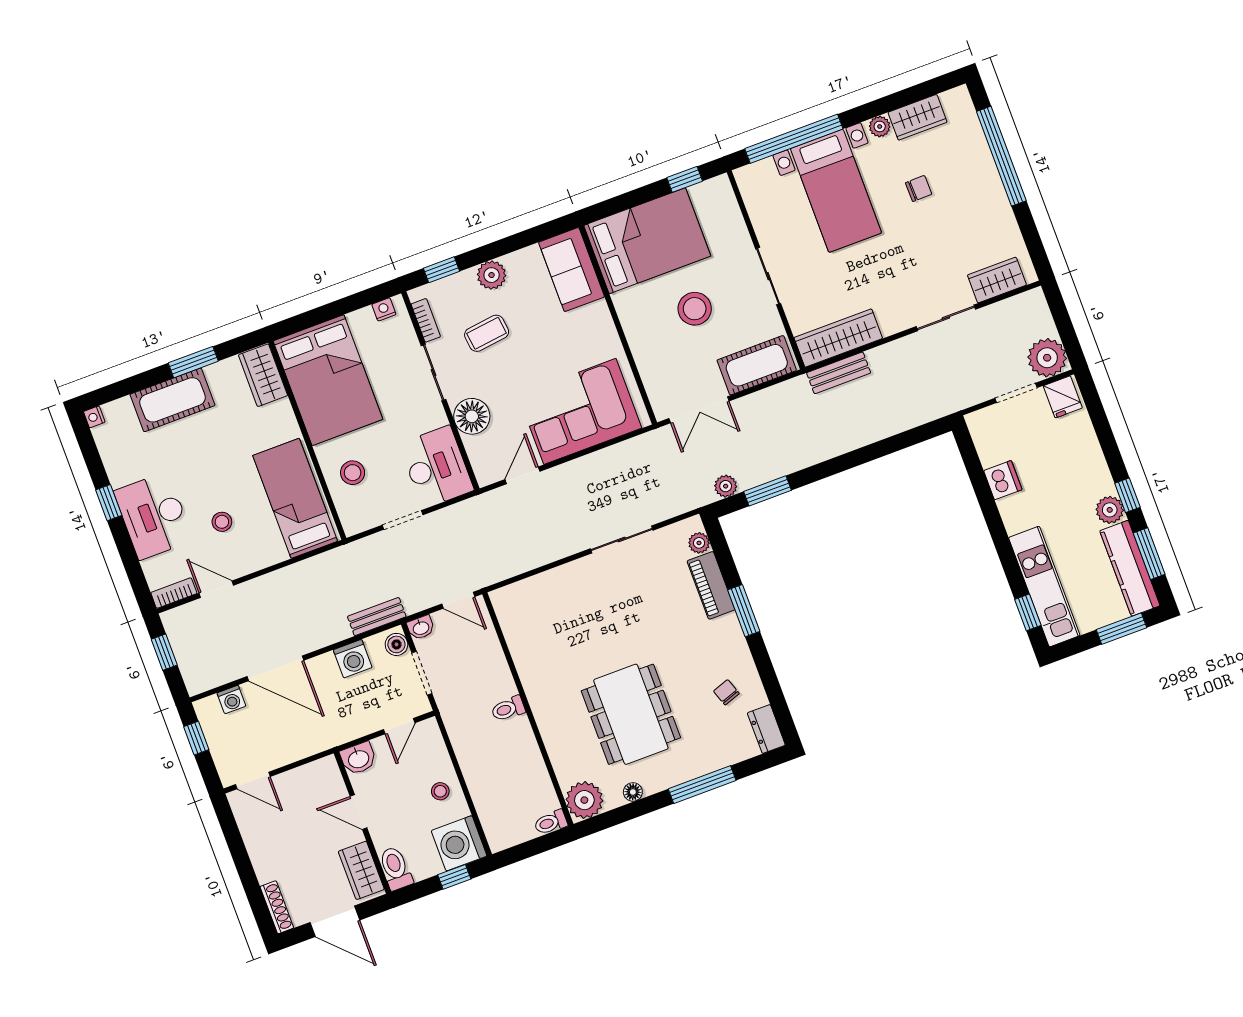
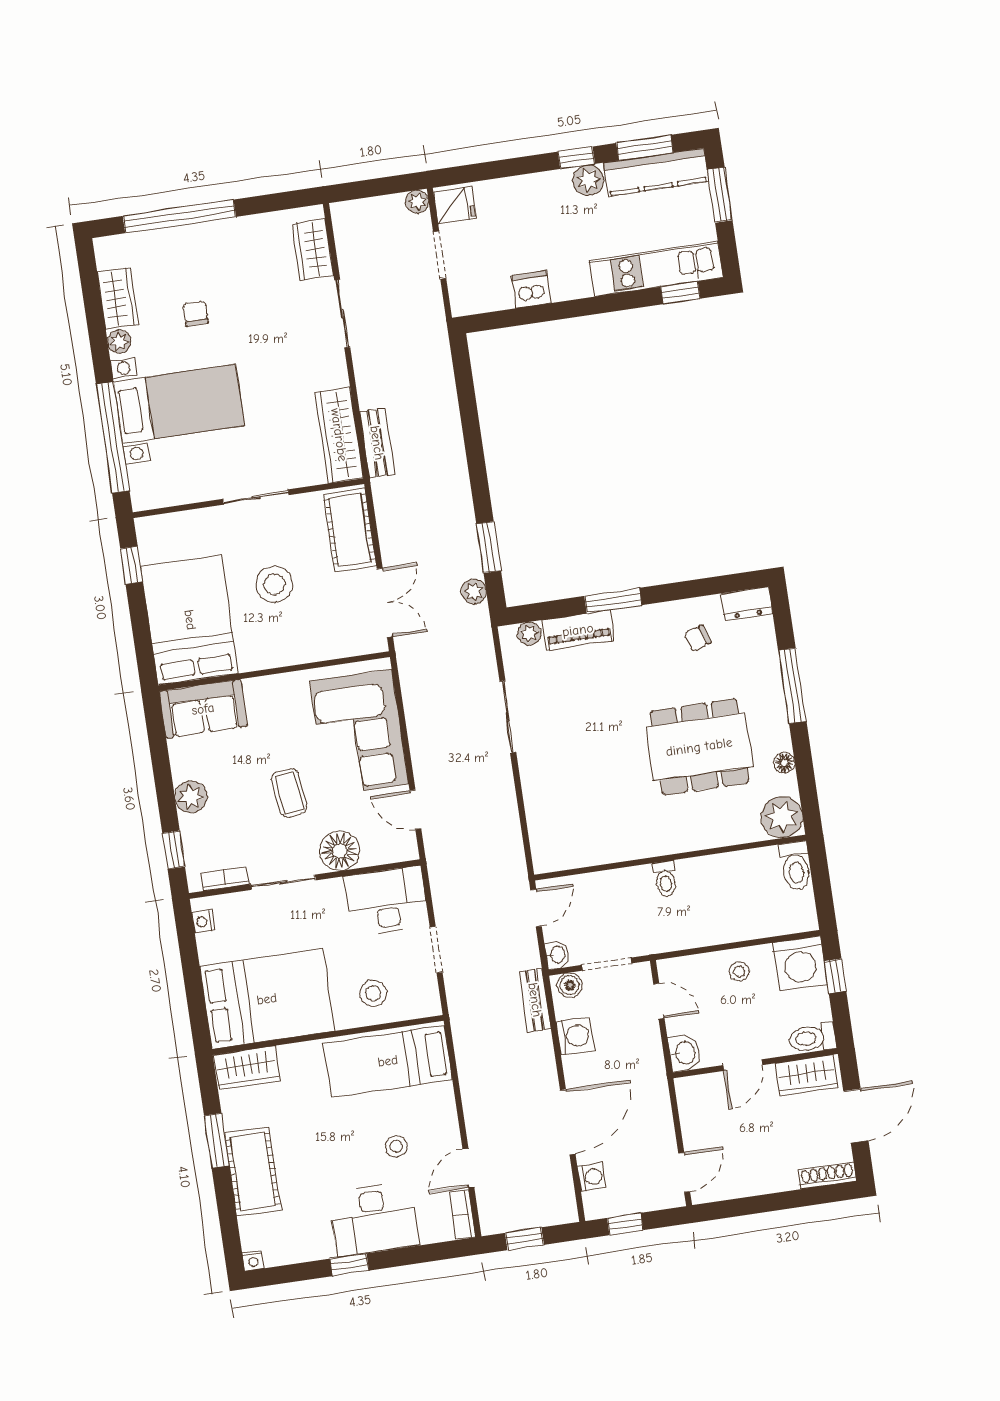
coffee table: (487, 333) -> (289, 793), moved
plant: (1047, 358) -> (417, 202), width x0.53, depth x0.53
toilet: (551, 822) -> (795, 866), width x1.37, depth x1.39

